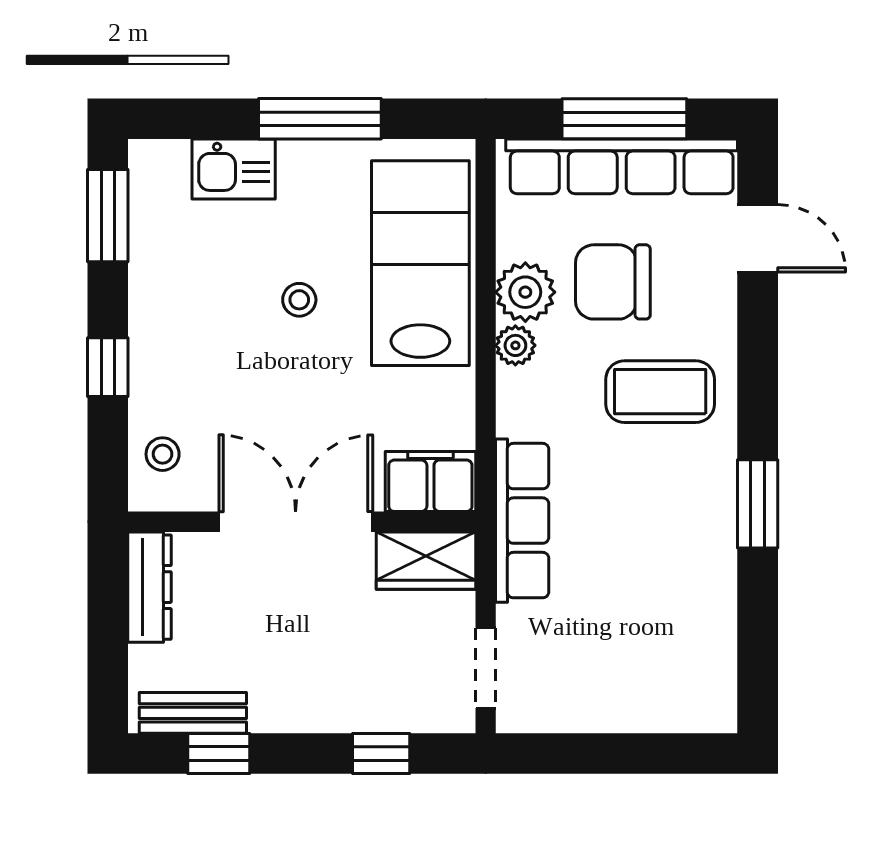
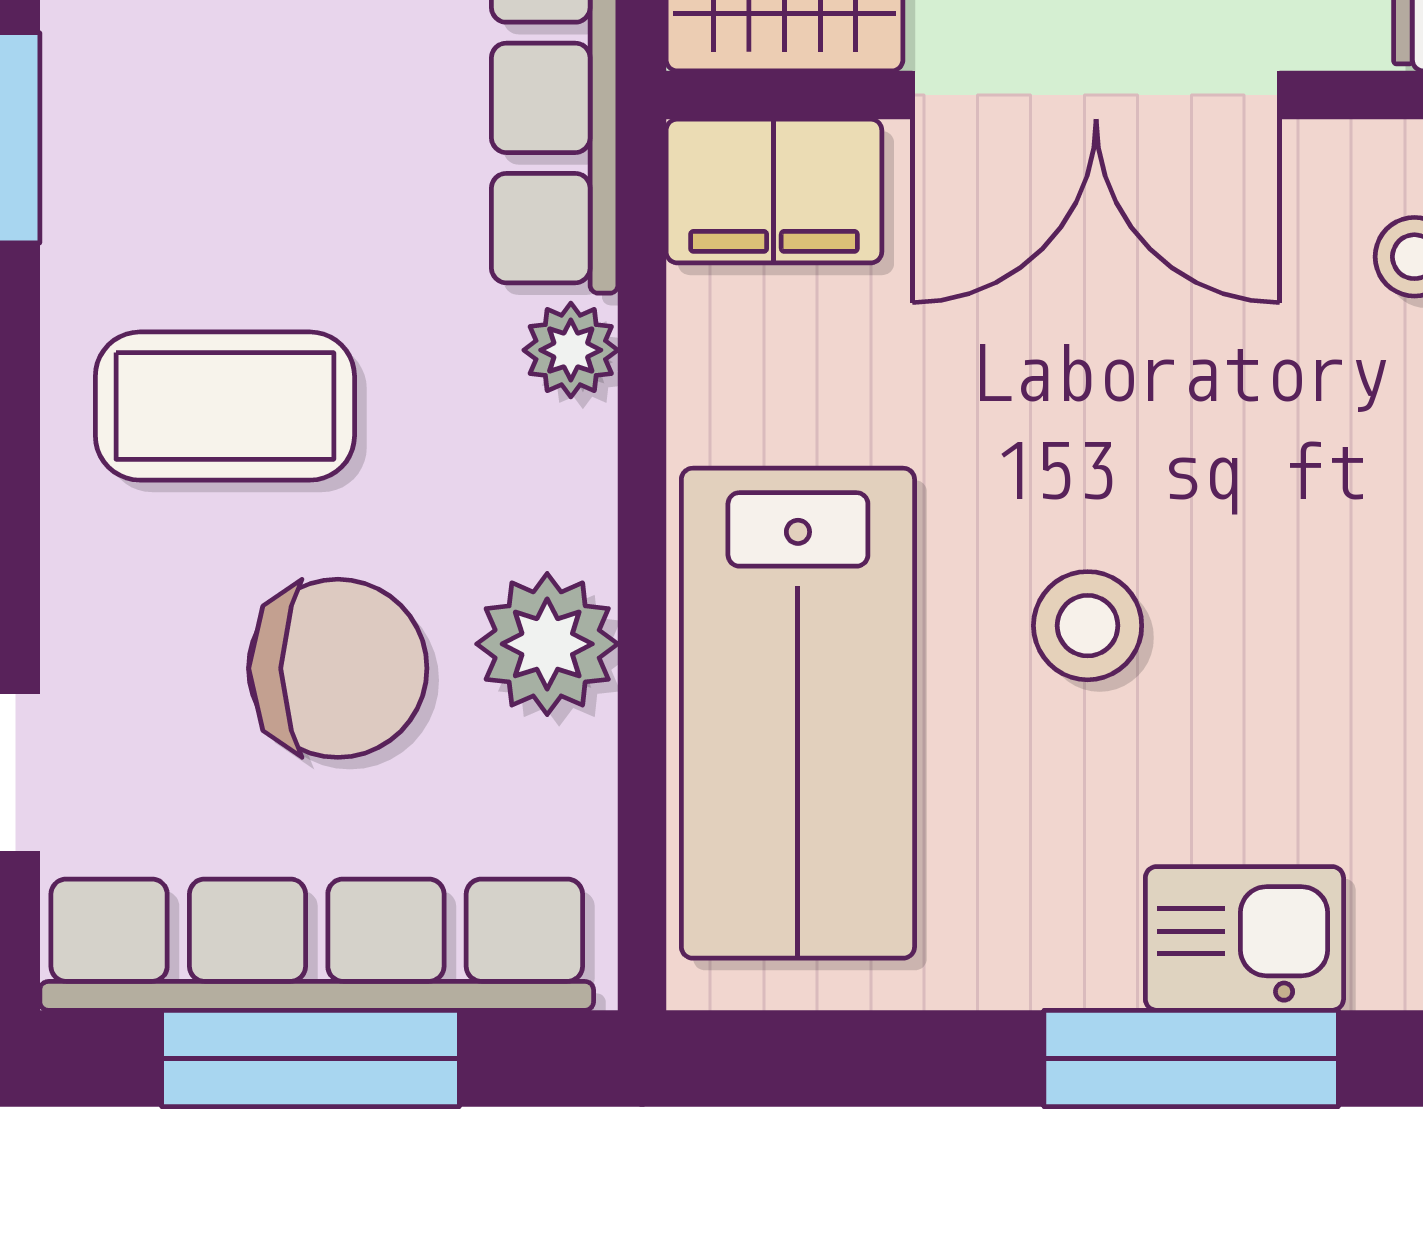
window: (320, 119) -> (1191, 1058), moved
stool: (299, 300) -> (1088, 626), width x1.37, depth x1.37
plant: (515, 345) -> (571, 350), moved

